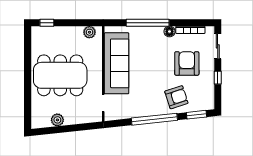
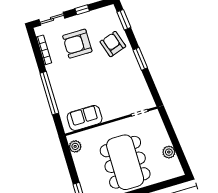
floor lamp: (169, 31) -> (51, 70), removed
sofa: (117, 63) -> (85, 118), width x0.54, depth x0.79
window: (154, 119) -> (140, 59), width x0.47

